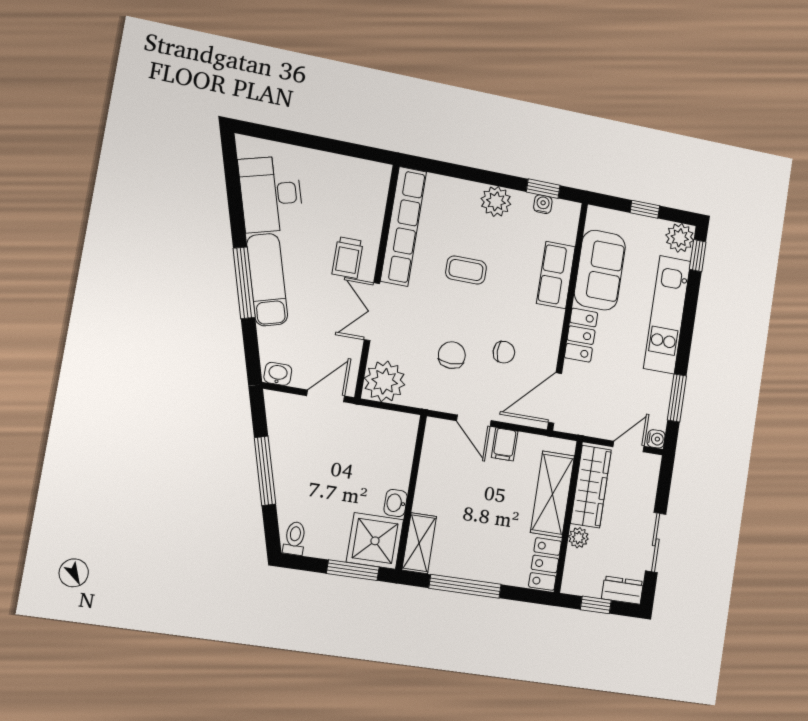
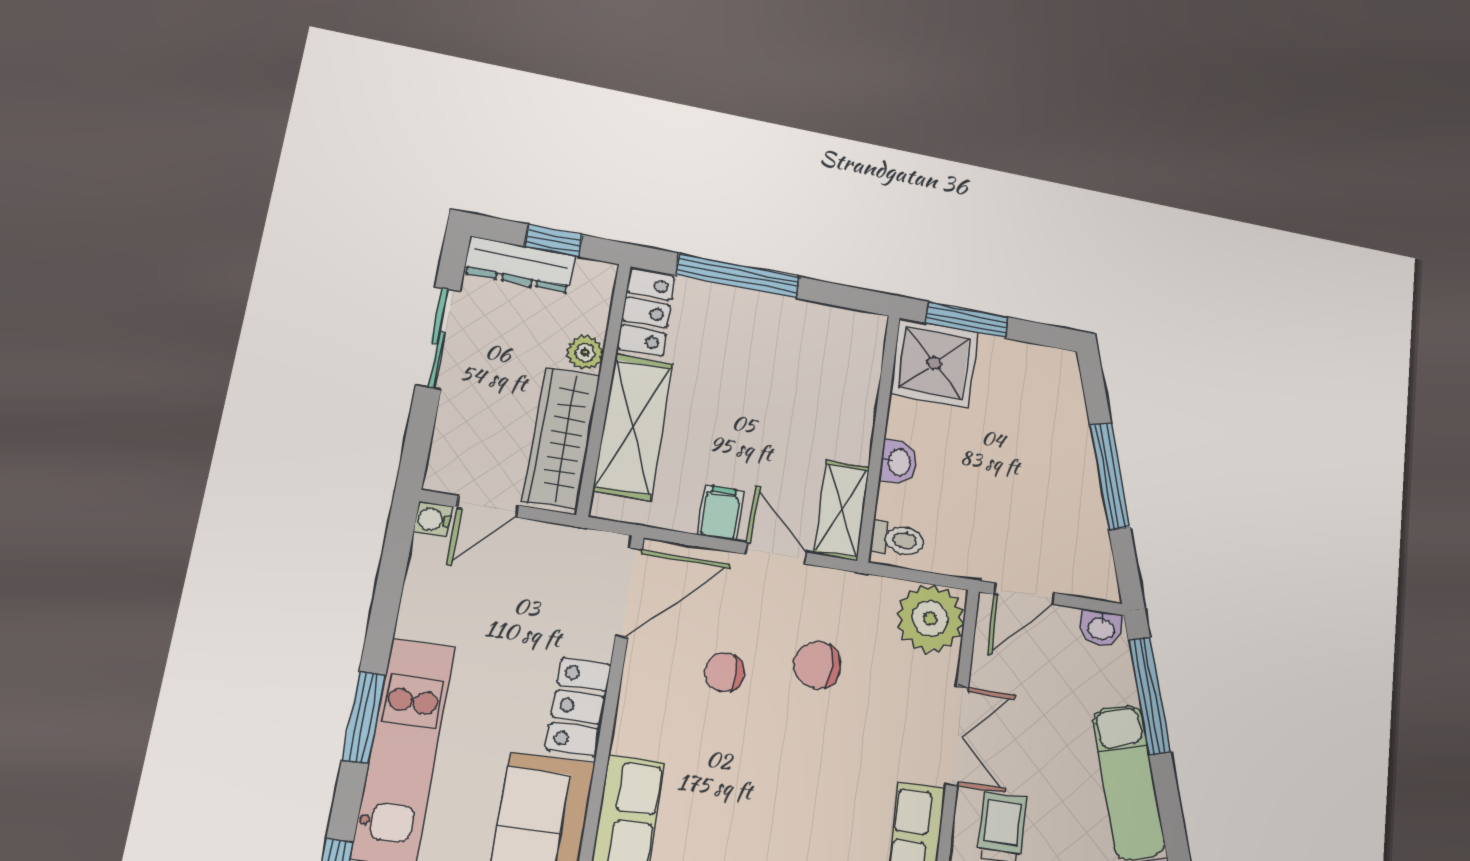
coffee table: (466, 270) -> (796, 817), removed
window: (244, 283) -> (1149, 695), moved
chair: (452, 355) -> (817, 665), turned 90
window: (677, 398) -> (364, 718), moved
washbasin: (396, 503) -> (898, 462), moved
toilet: (295, 538) -> (898, 539), moved, turned -90
shelving: (419, 543) -> (842, 510), moved
window: (465, 586) -> (738, 276), moved
dresser: (623, 590) -> (520, 264), width x1.44

